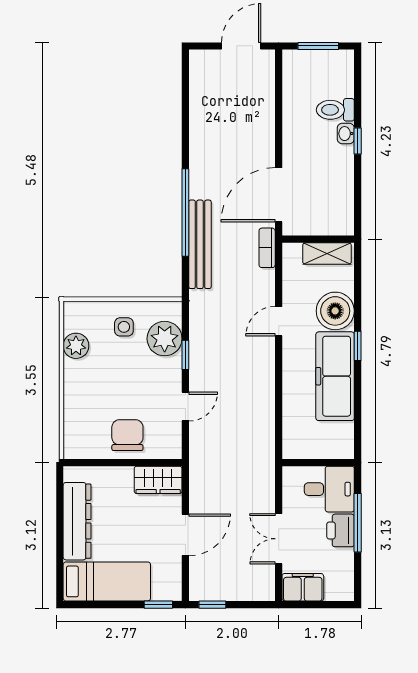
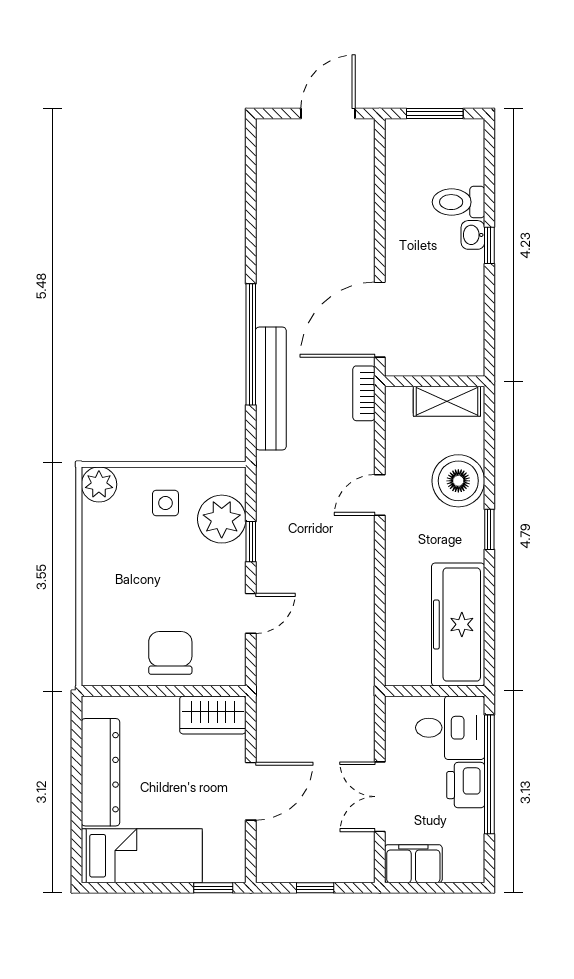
plant: (76, 346) -> (99, 484), moved
freezer: (335, 376) -> (458, 624), moved
window: (358, 523) -> (489, 774), width x1.46
window: (212, 605) -> (315, 888), moved

